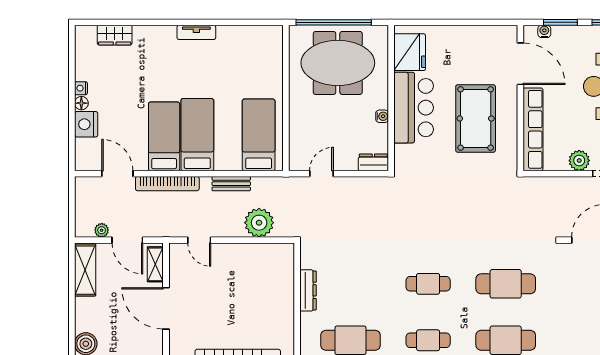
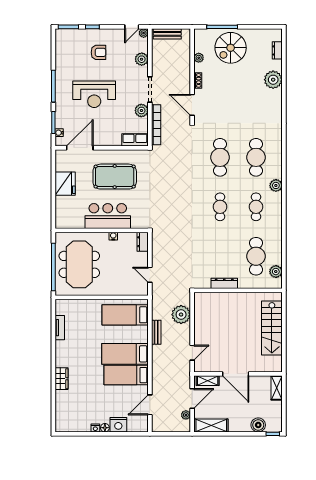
tv unit: (196, 32) -> (60, 328), moved
wardrobe: (115, 35) -> (61, 379), moved
fridge: (410, 52) -> (65, 184), moved, turned 90
row of seats: (533, 129) -> (135, 140), width x0.50
bookcase: (167, 184) -> (156, 125), moved
door: (166, 308) -> (236, 374), hinge flipped

